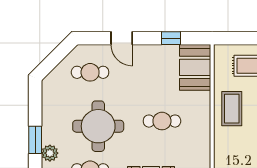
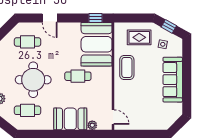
window: (171, 38) -> (96, 18), moved
booth: (195, 67) -> (97, 44), width x1.36, depth x1.42

